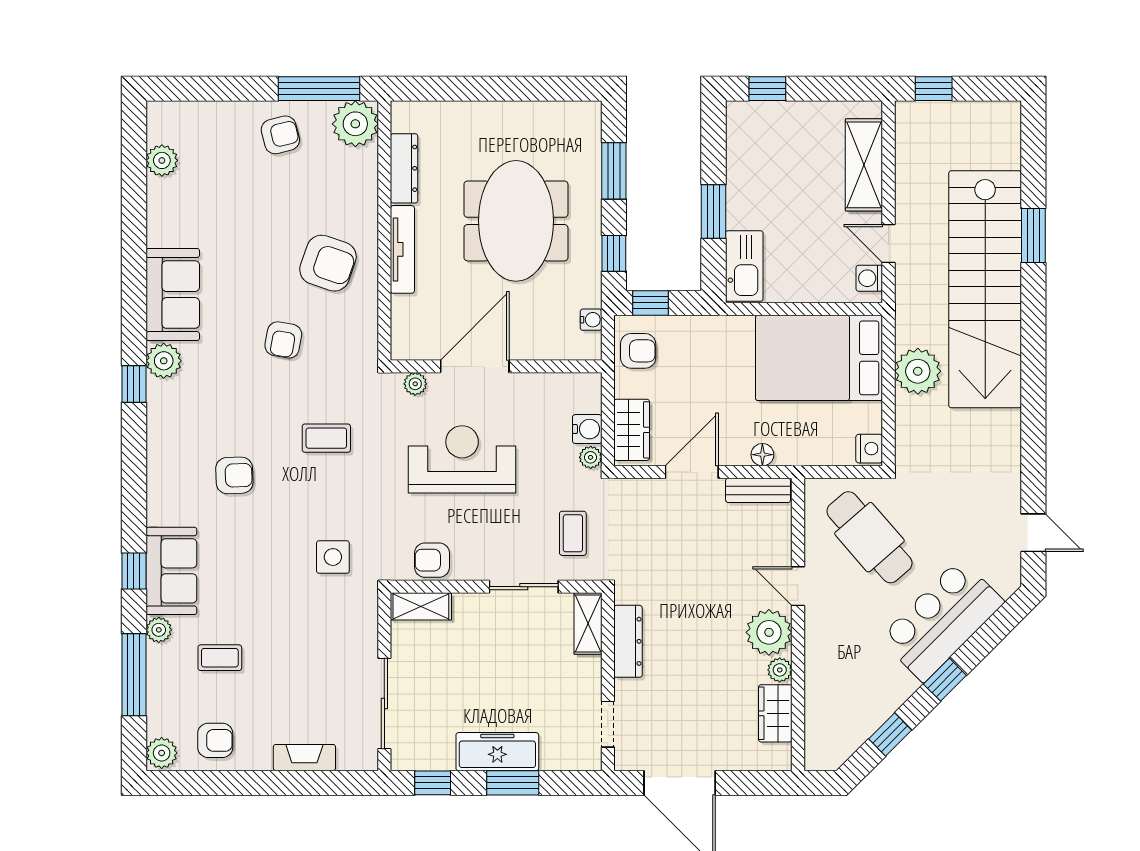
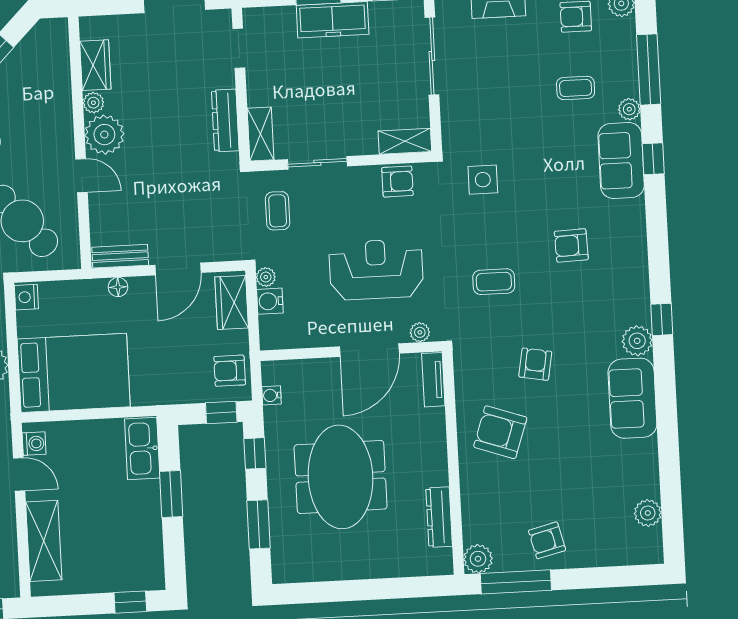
plant: (355, 124) -> (478, 559), width x0.73, depth x0.73
tv unit: (402, 249) -> (433, 380), moved, width x0.71
reception desk: (462, 459) -> (376, 269), turned 180

